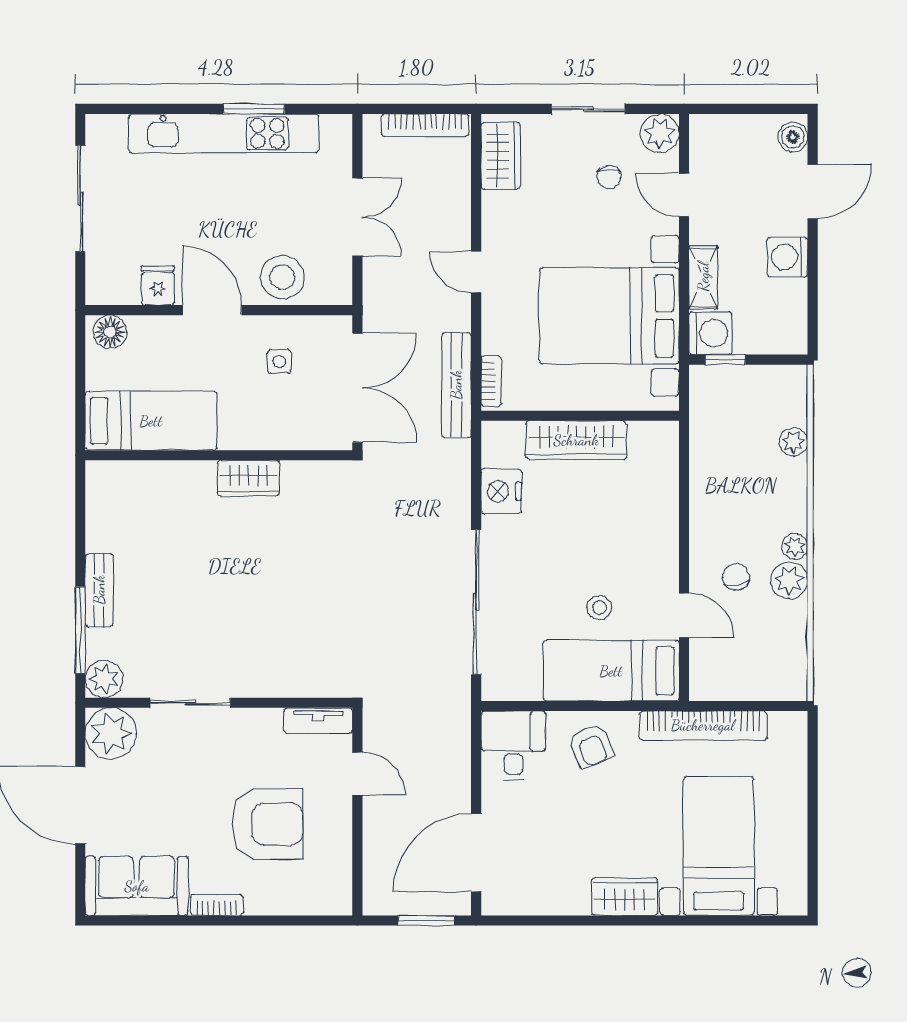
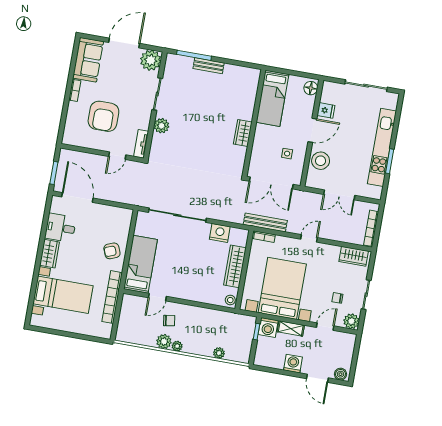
stool: (599, 608) -> (230, 300), moved
plant: (104, 679) -> (161, 126), moved
desk: (513, 746) -> (60, 228), moved, turned 180

